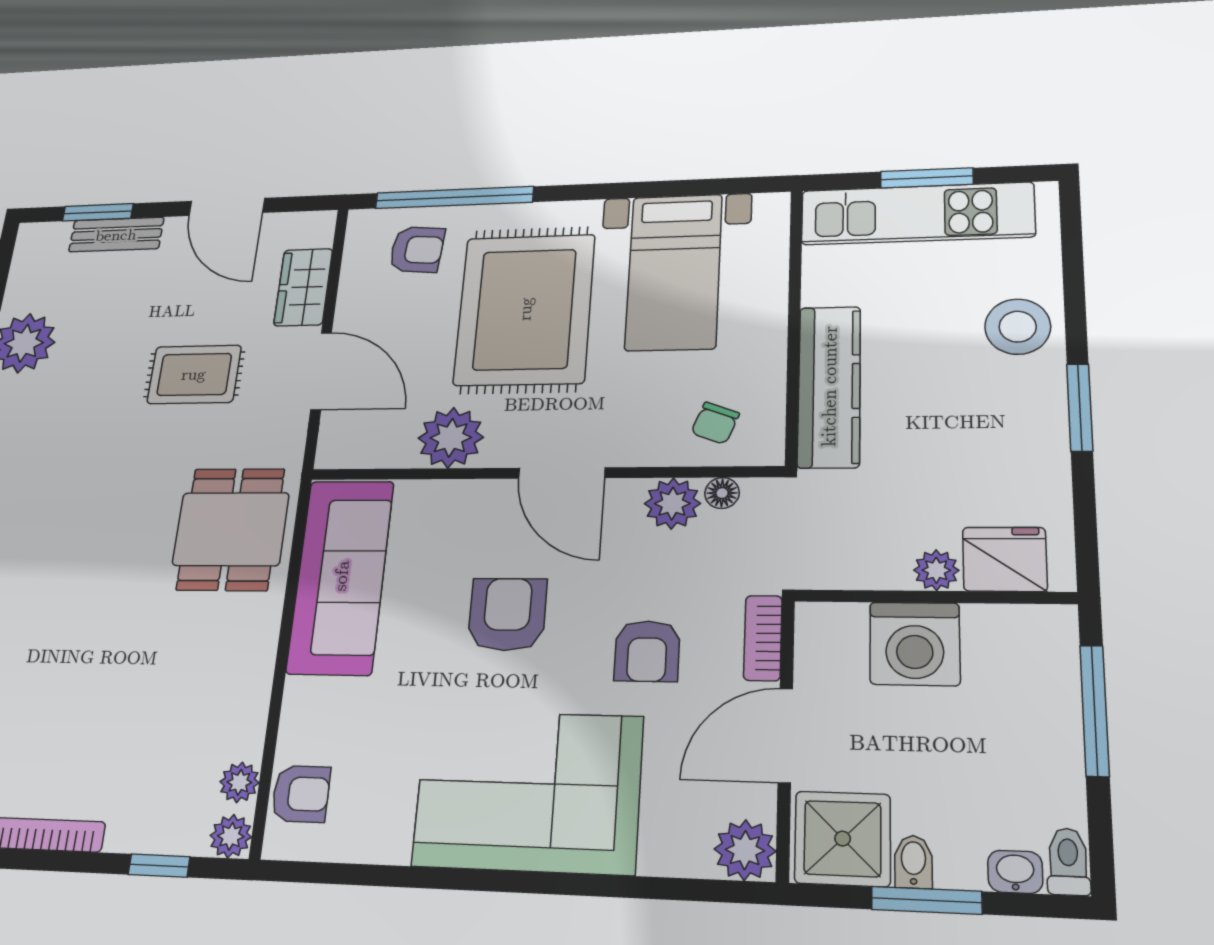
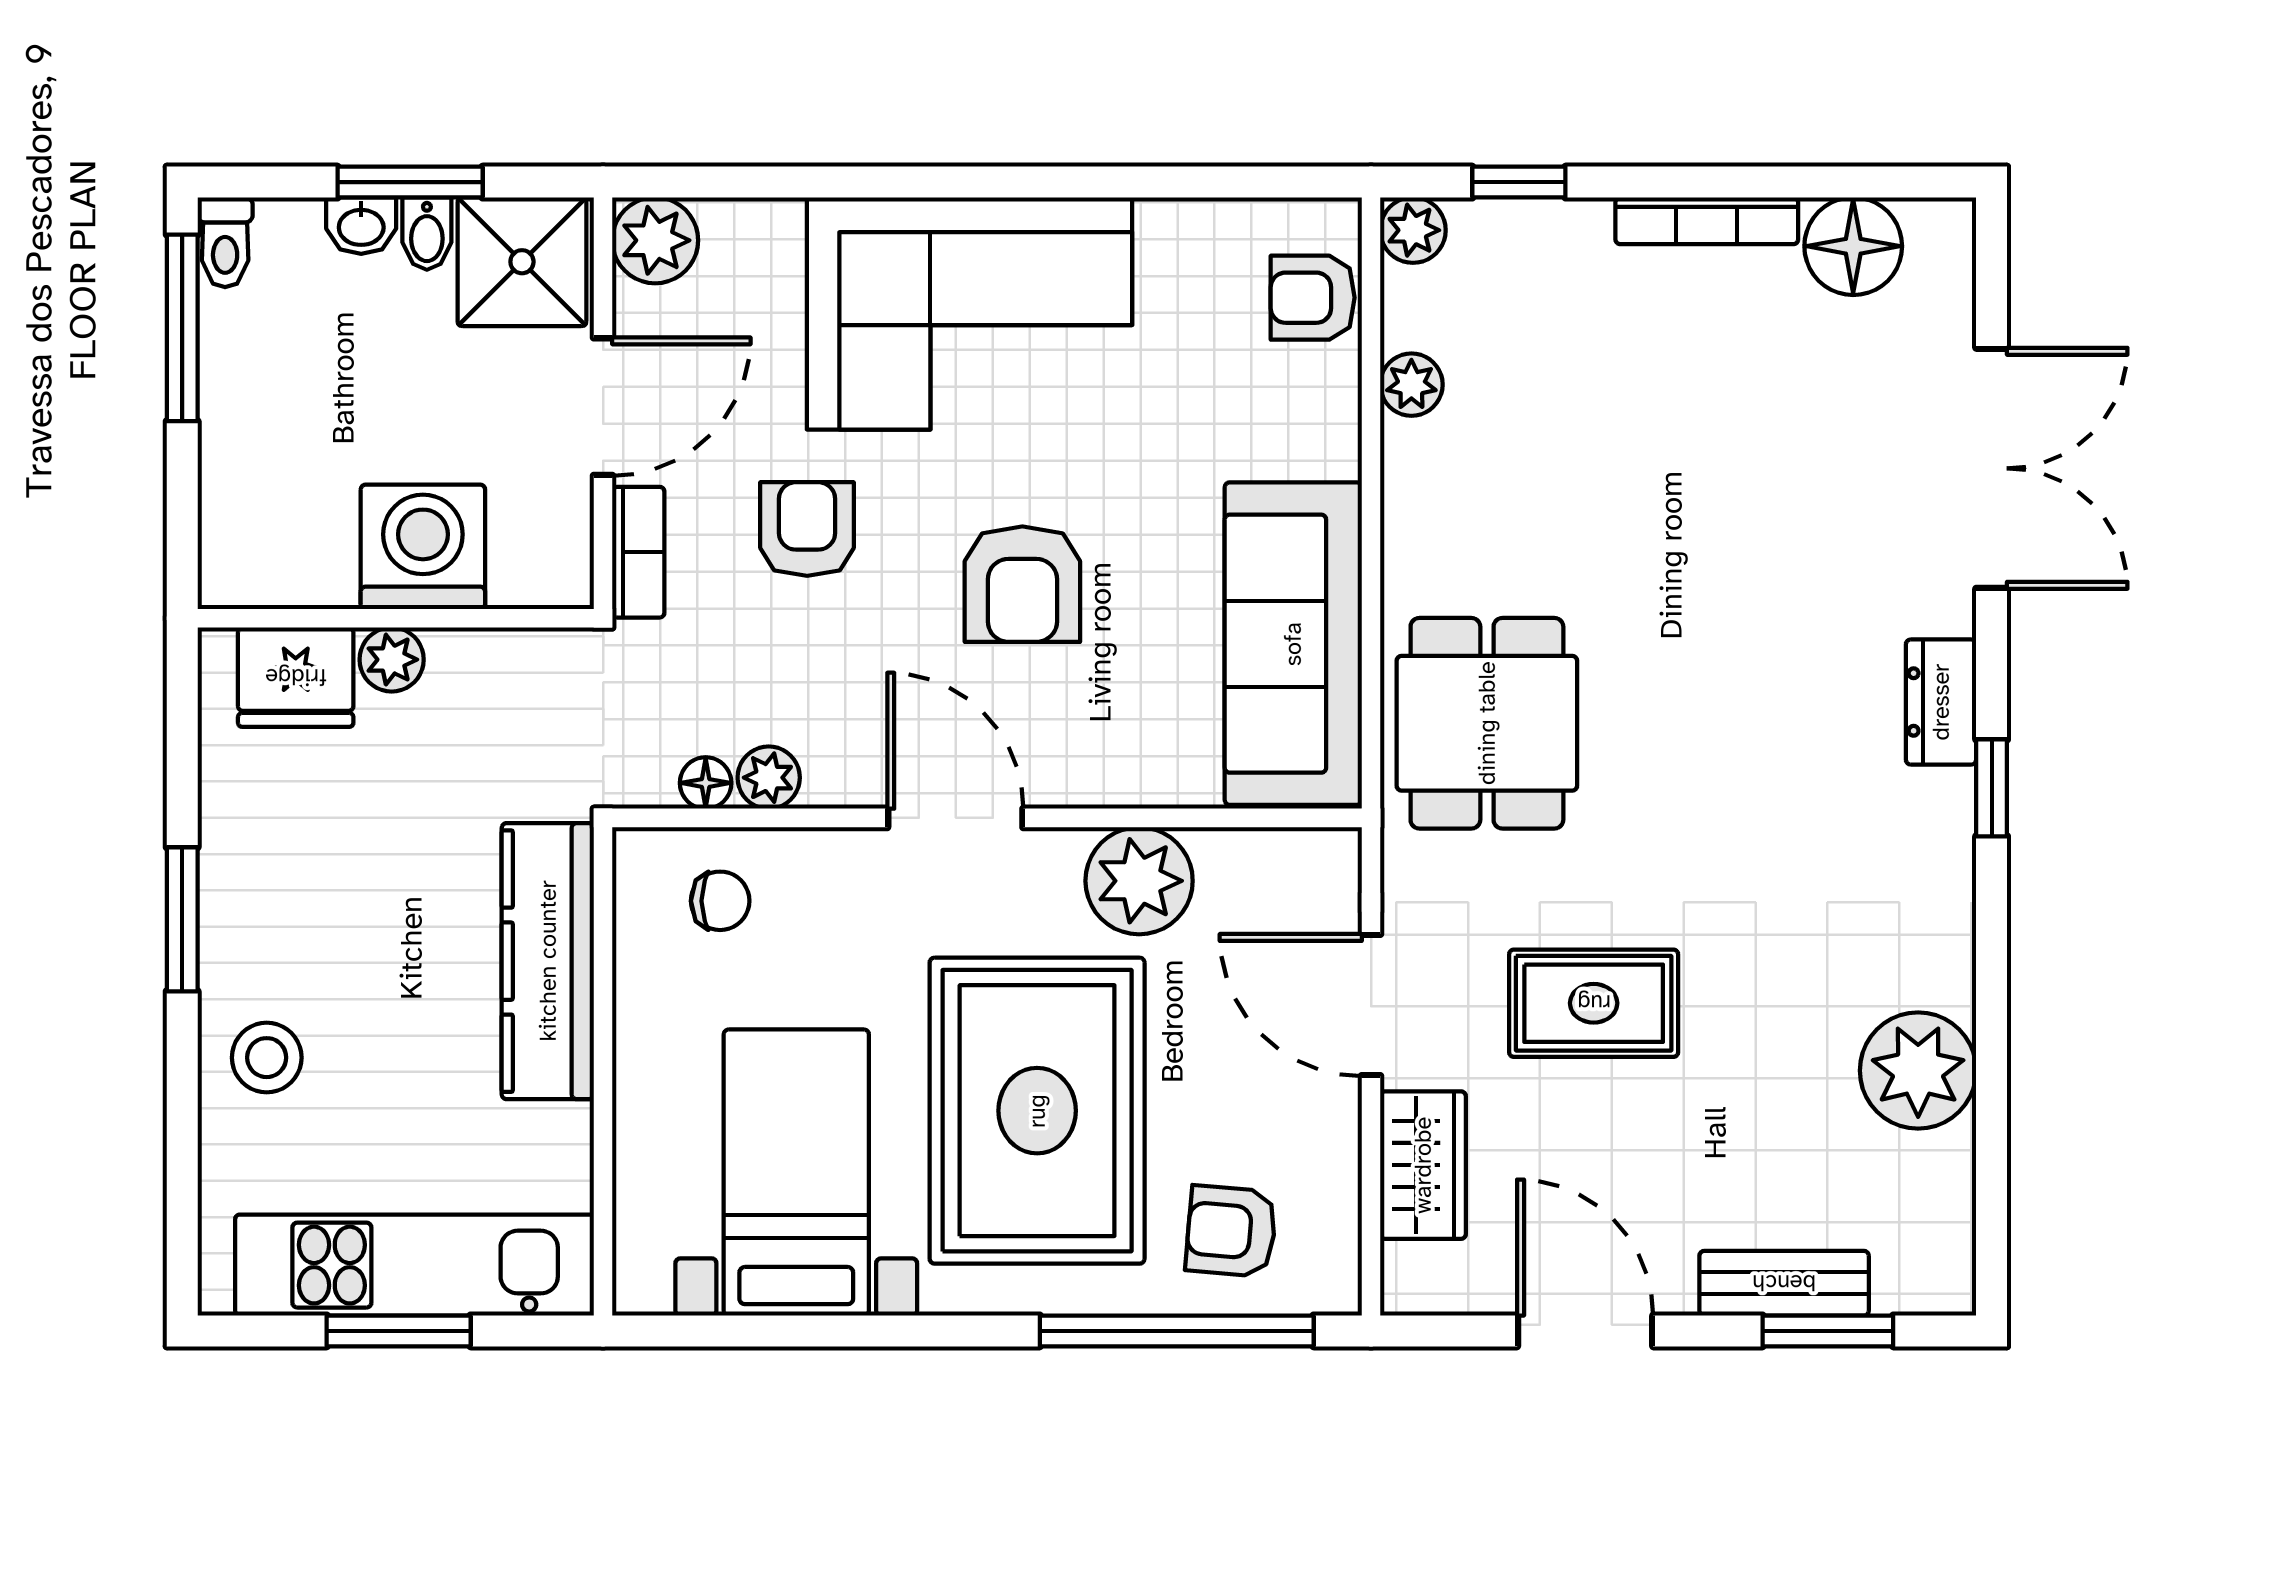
stool: (1018, 327) -> (267, 1058), width x0.73, depth x0.73
chair: (715, 423) -> (720, 901), turned 69
plant: (672, 503) -> (769, 778), width x0.73, depth x0.73
window: (1094, 710) -> (182, 328), moved
plant: (239, 782) -> (1411, 385), moved
washbasin: (1015, 872) -> (361, 226), moved

